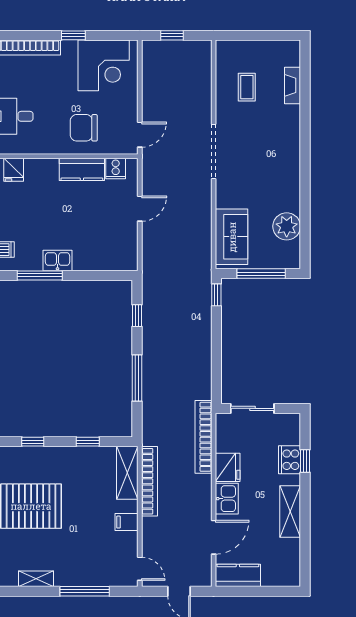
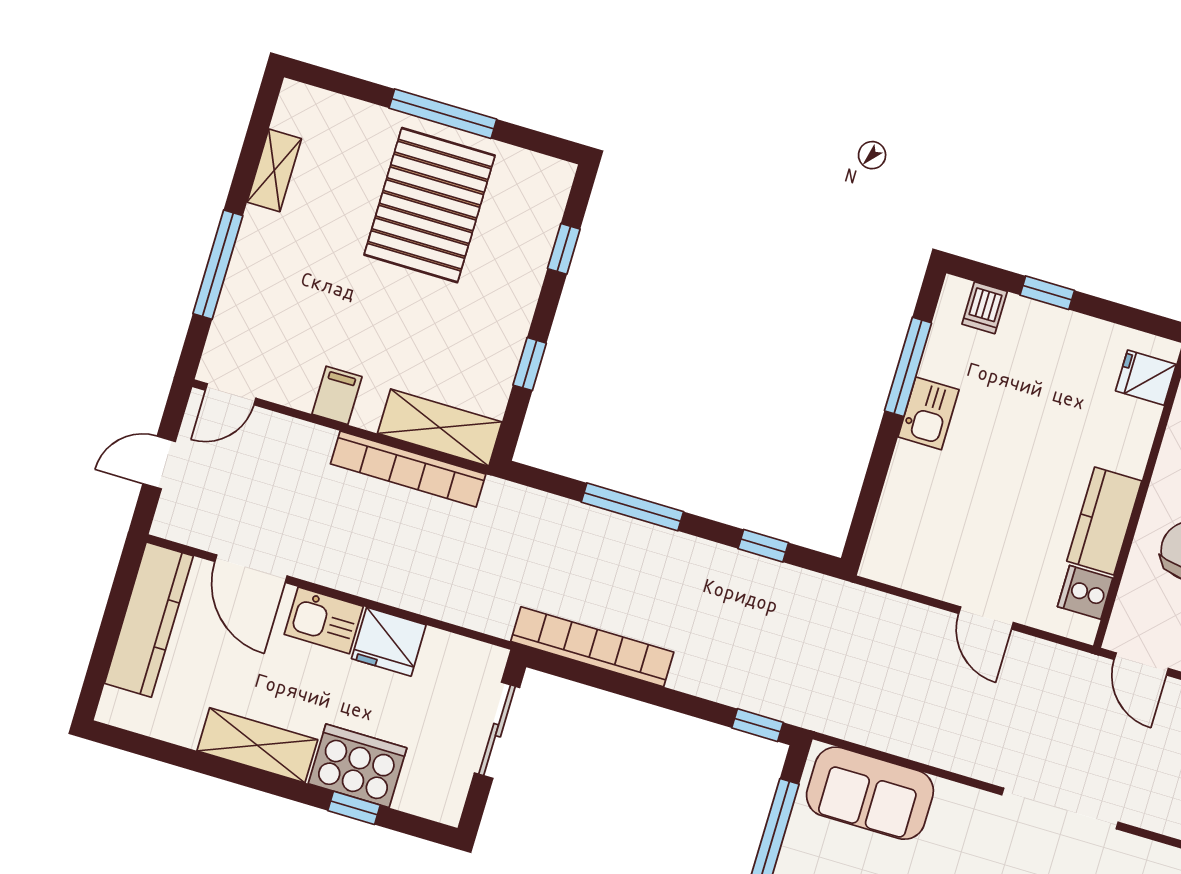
bookcase: (203, 437) -> (592, 647), moved
cooker: (290, 460) -> (357, 766), width x1.37, depth x1.31
kitchen counter: (238, 575) -> (149, 620), width x1.50

